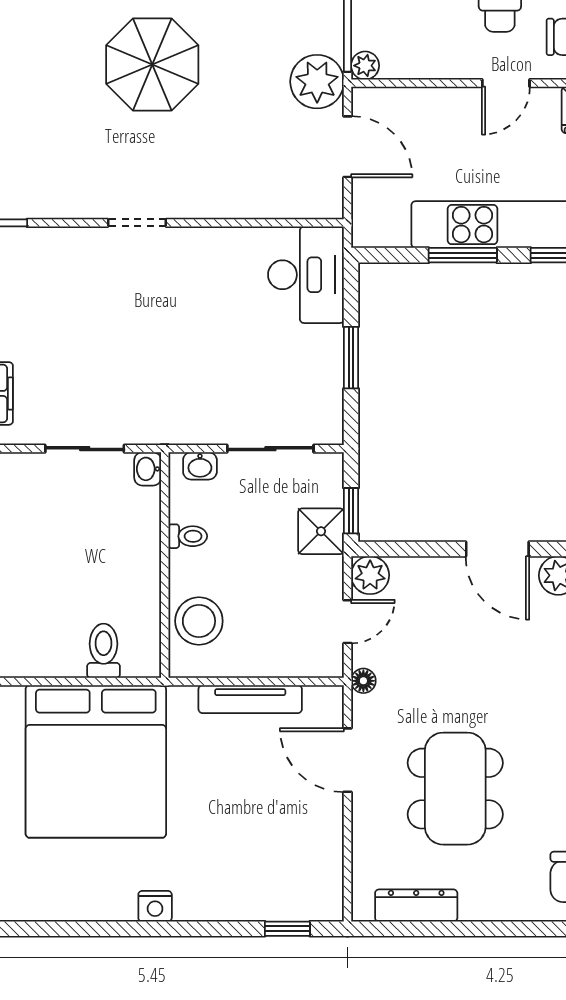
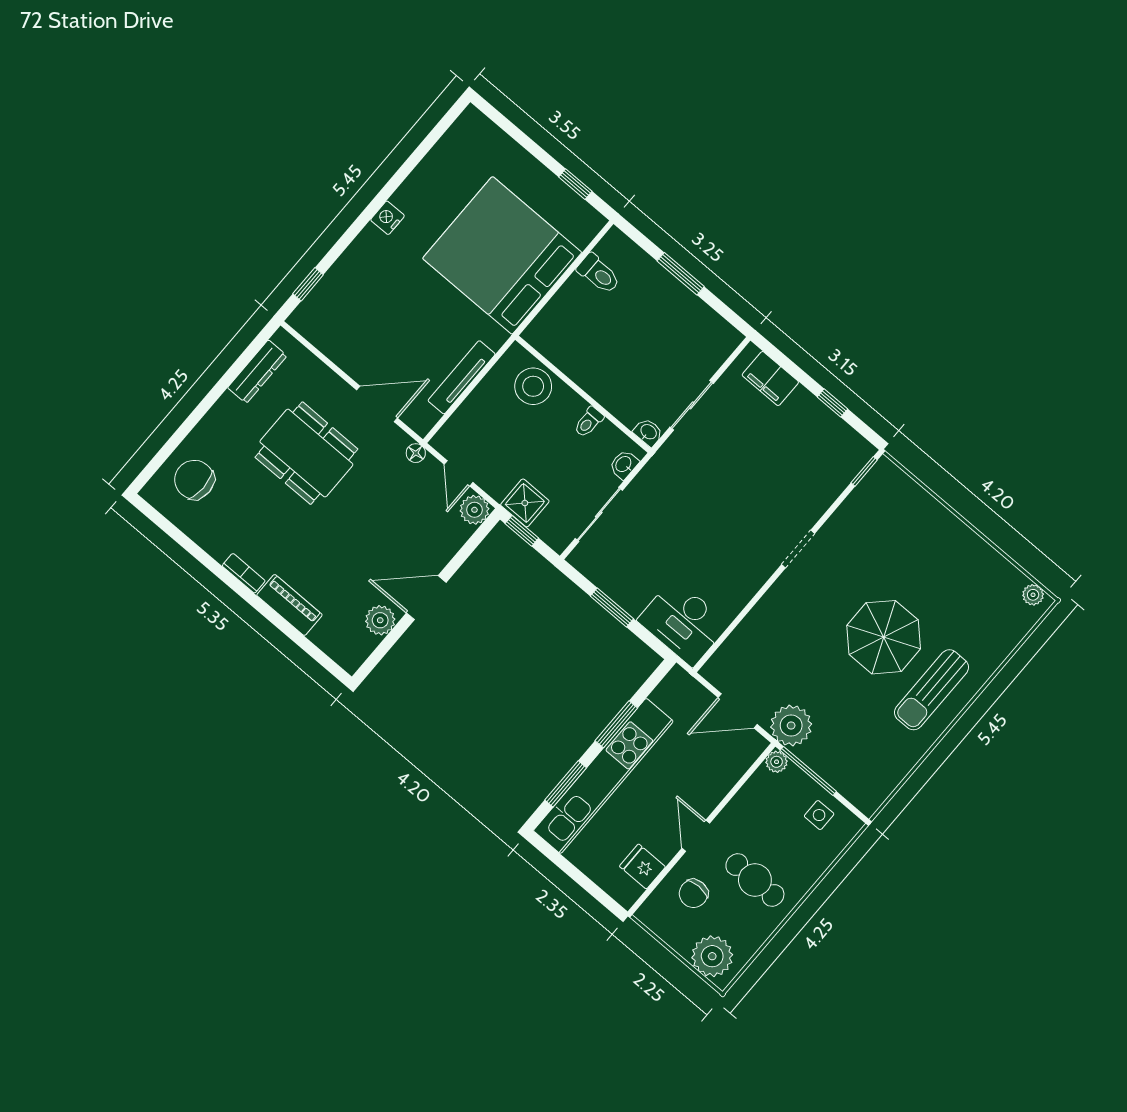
toilet: (104, 651) -> (599, 274), moved

